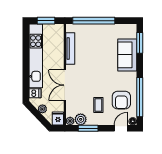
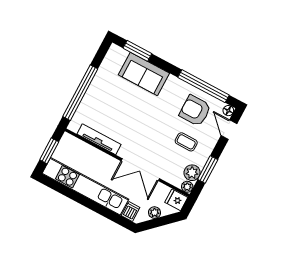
armchair: (121, 100) -> (195, 111), turned 180

